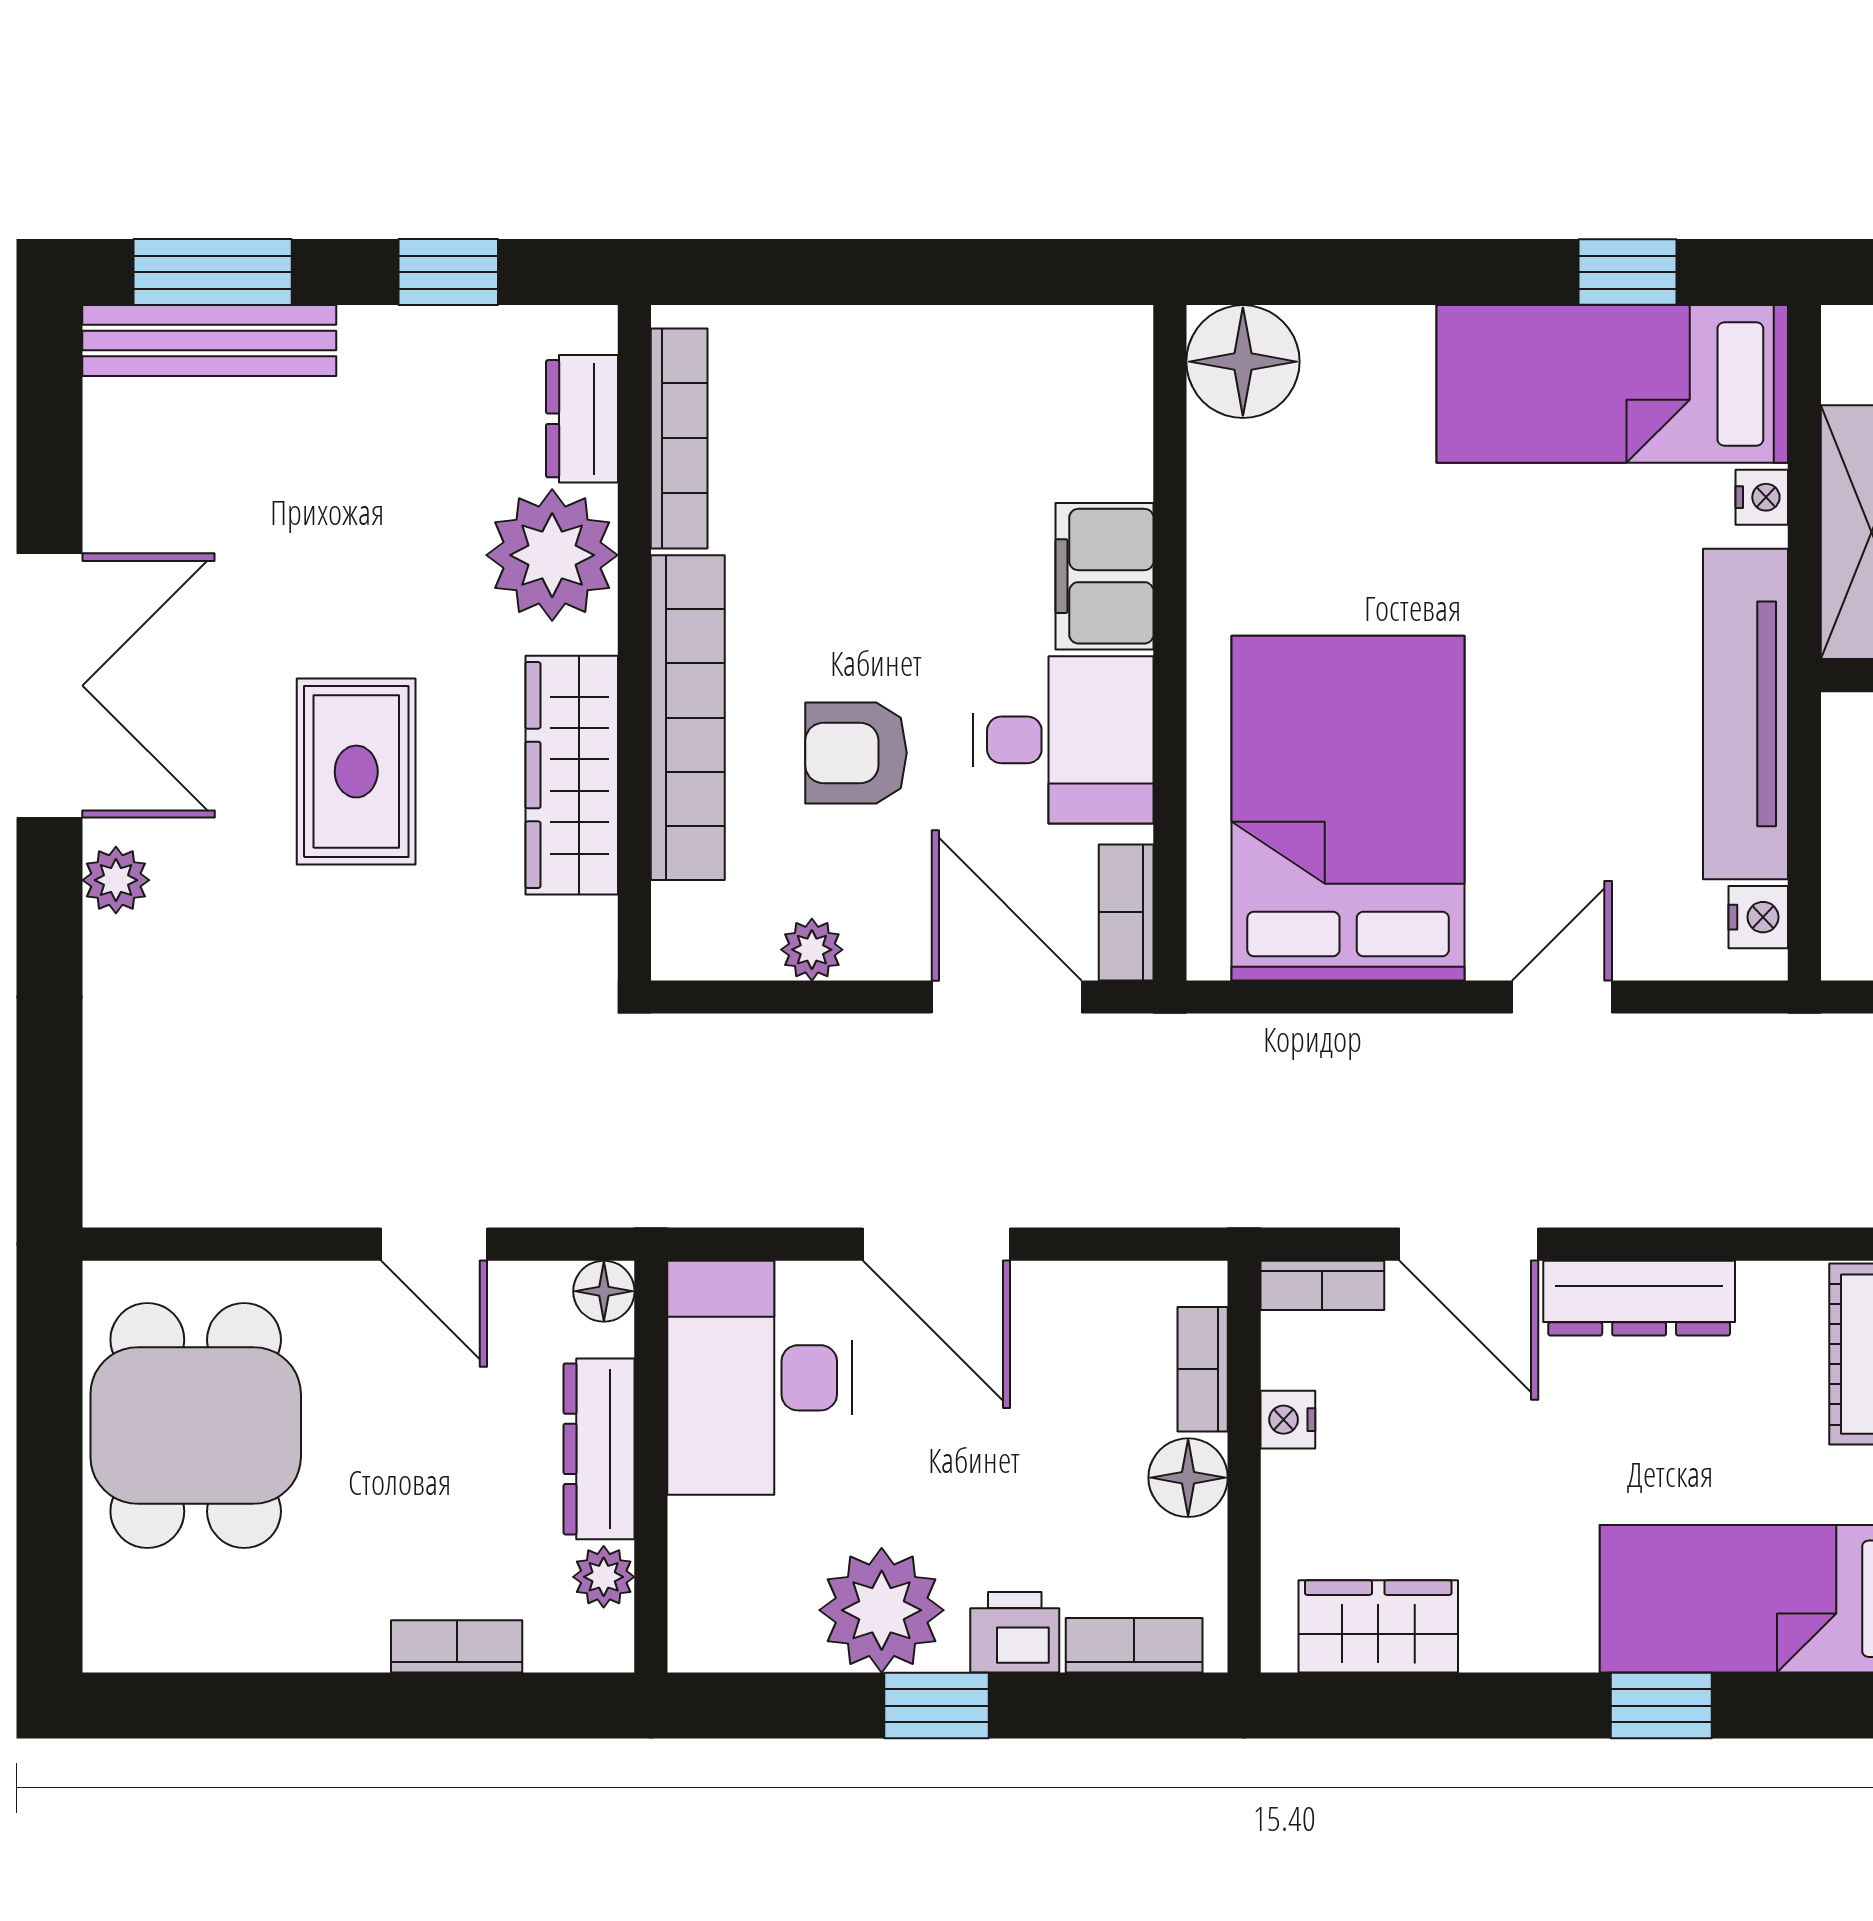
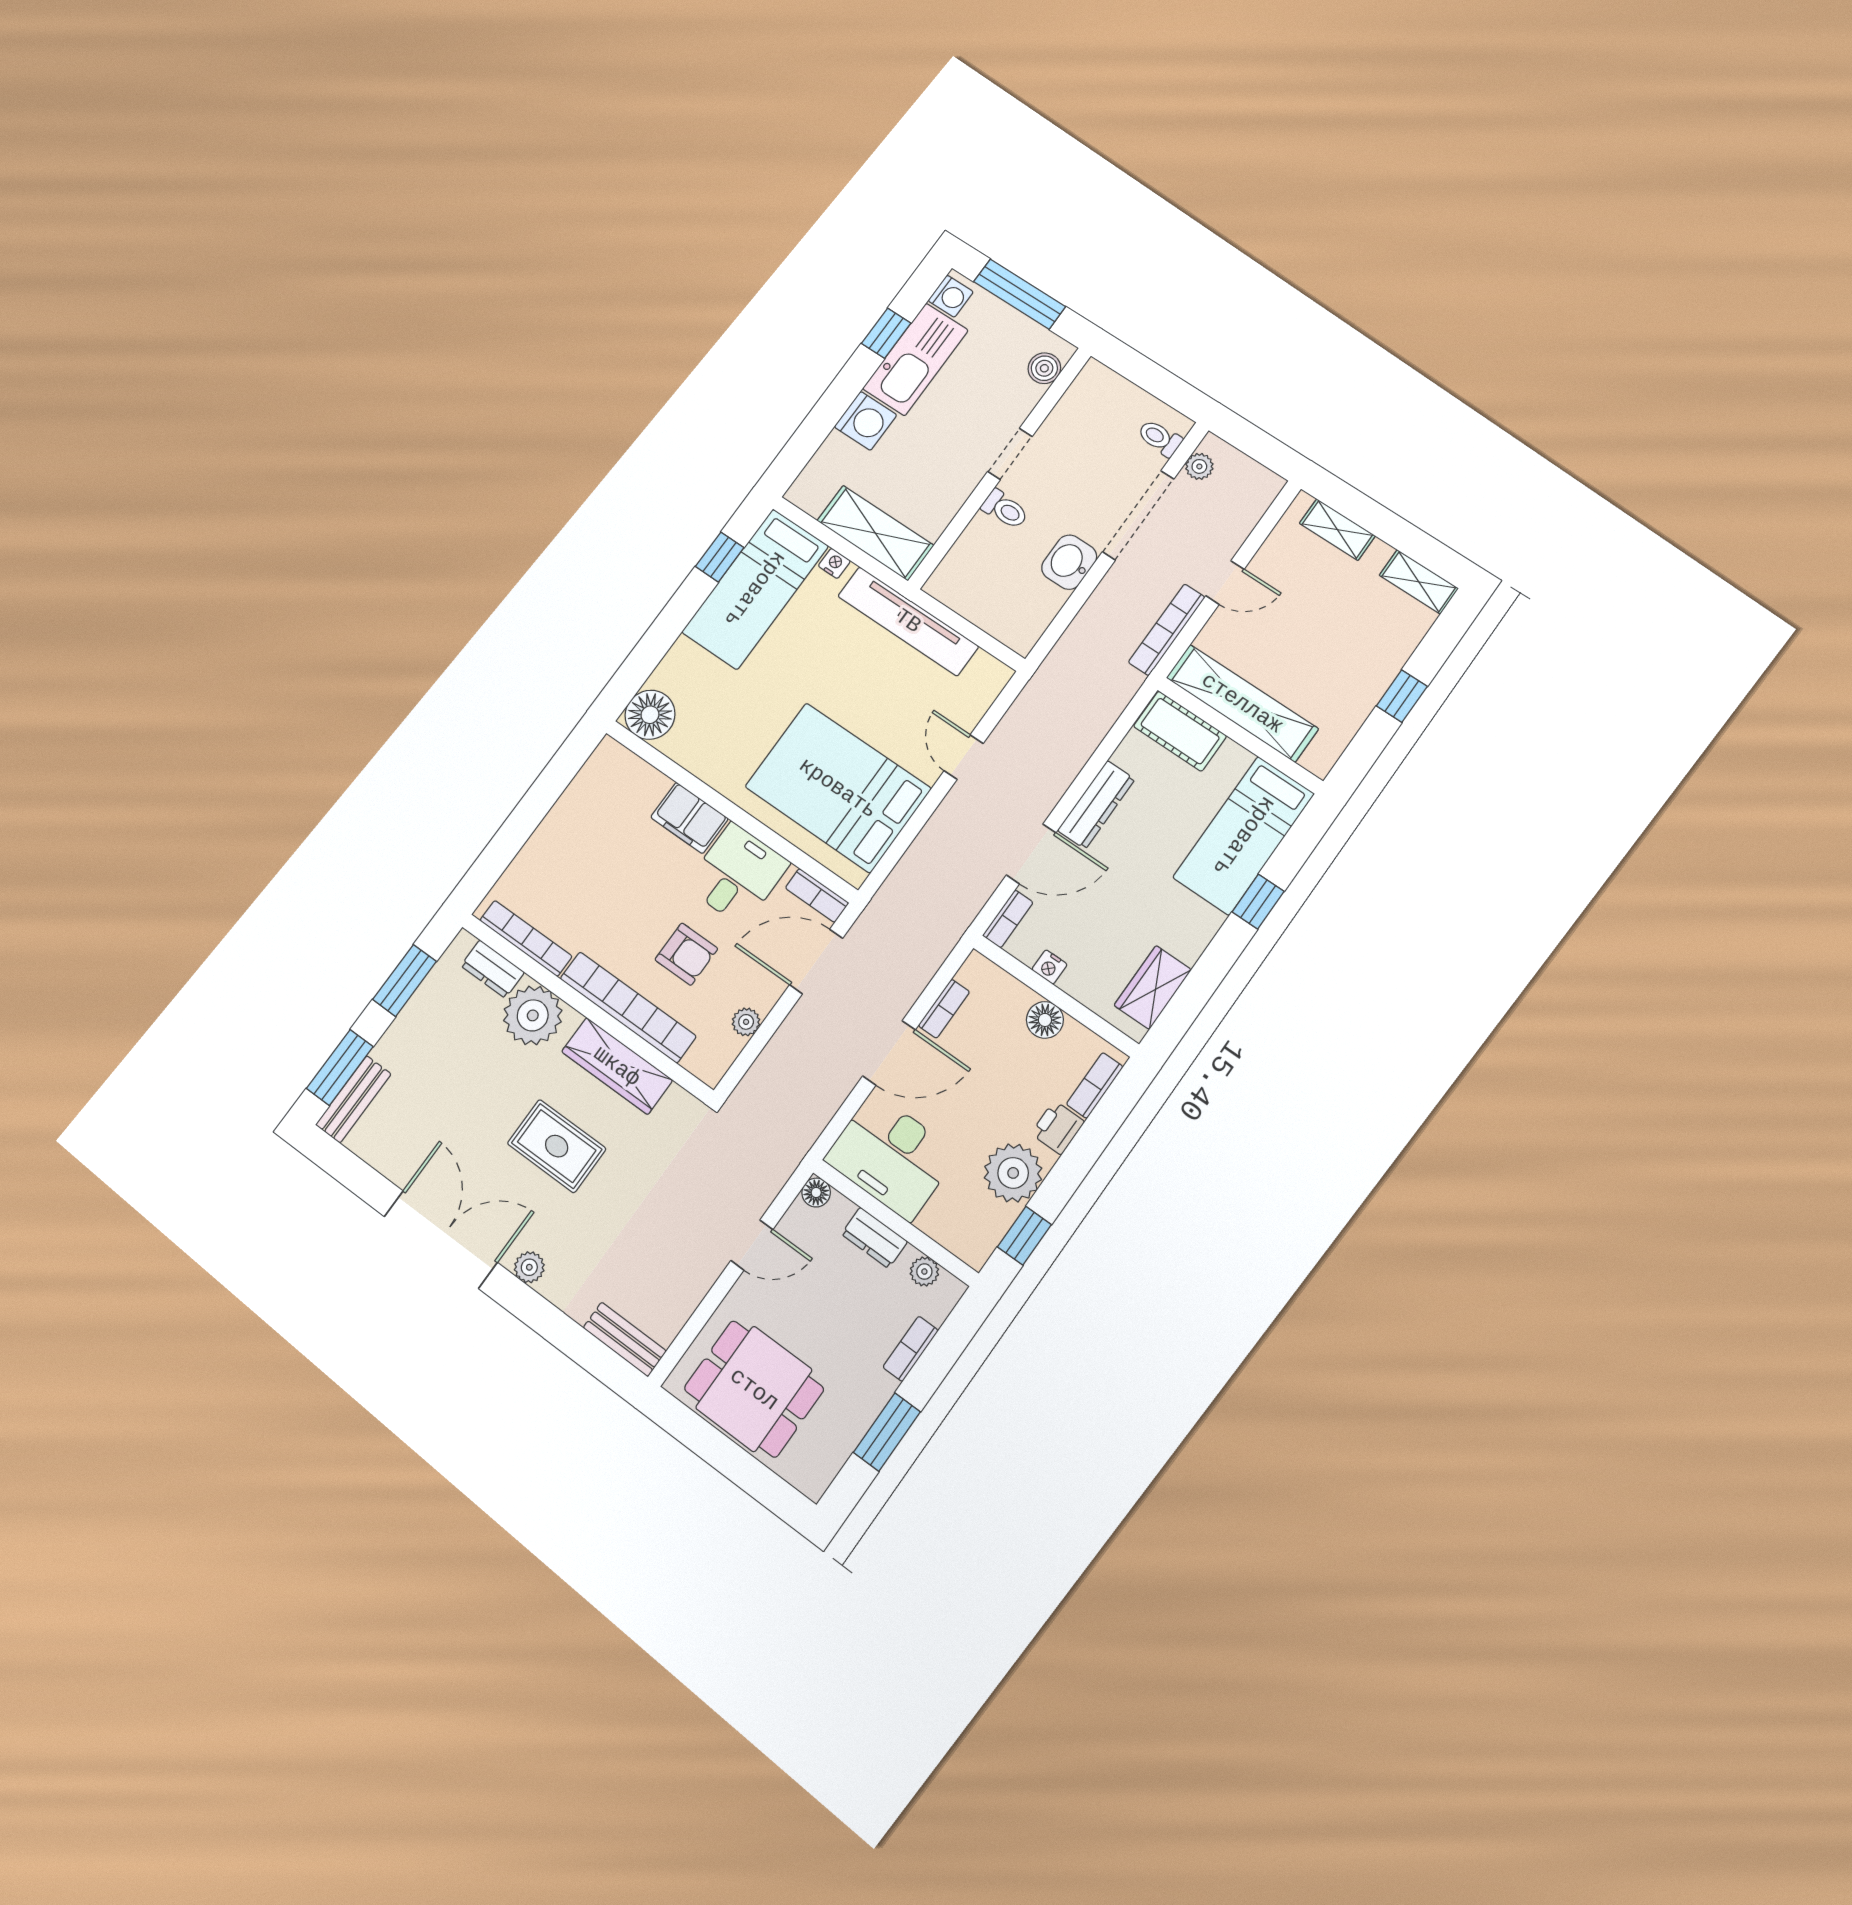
window: (448, 272) -> (404, 980), width x1.50
bench: (209, 341) -> (353, 1099), width x0.73
armchair: (856, 753) -> (686, 954), turned -90
nightstand: (1758, 917) -> (986, 666), removed
bench: (116, 1140) -> (625, 1339), added
bookcase: (1203, 1369) -> (944, 1009), moved, turned -90
dresser: (599, 1449) -> (874, 1238), width x0.70
window: (289, 1706) -> (887, 1432), added
window: (937, 1706) -> (1024, 1236), moved

